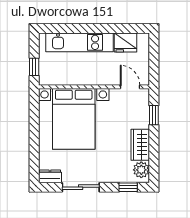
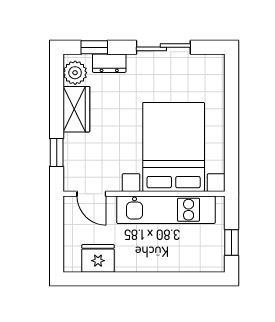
kitchen unit: (80, 42) -> (166, 210), moved, turned 180
window: (34, 67) -> (231, 243), moved
dresser: (50, 176) -> (109, 63), moved

